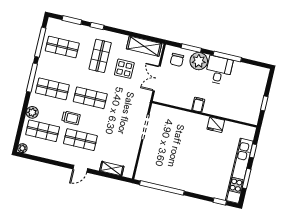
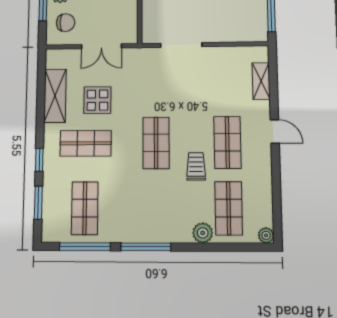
shelving: (144, 46) -> (55, 96), moved
shop shelf: (52, 89) -> (156, 208), removed

